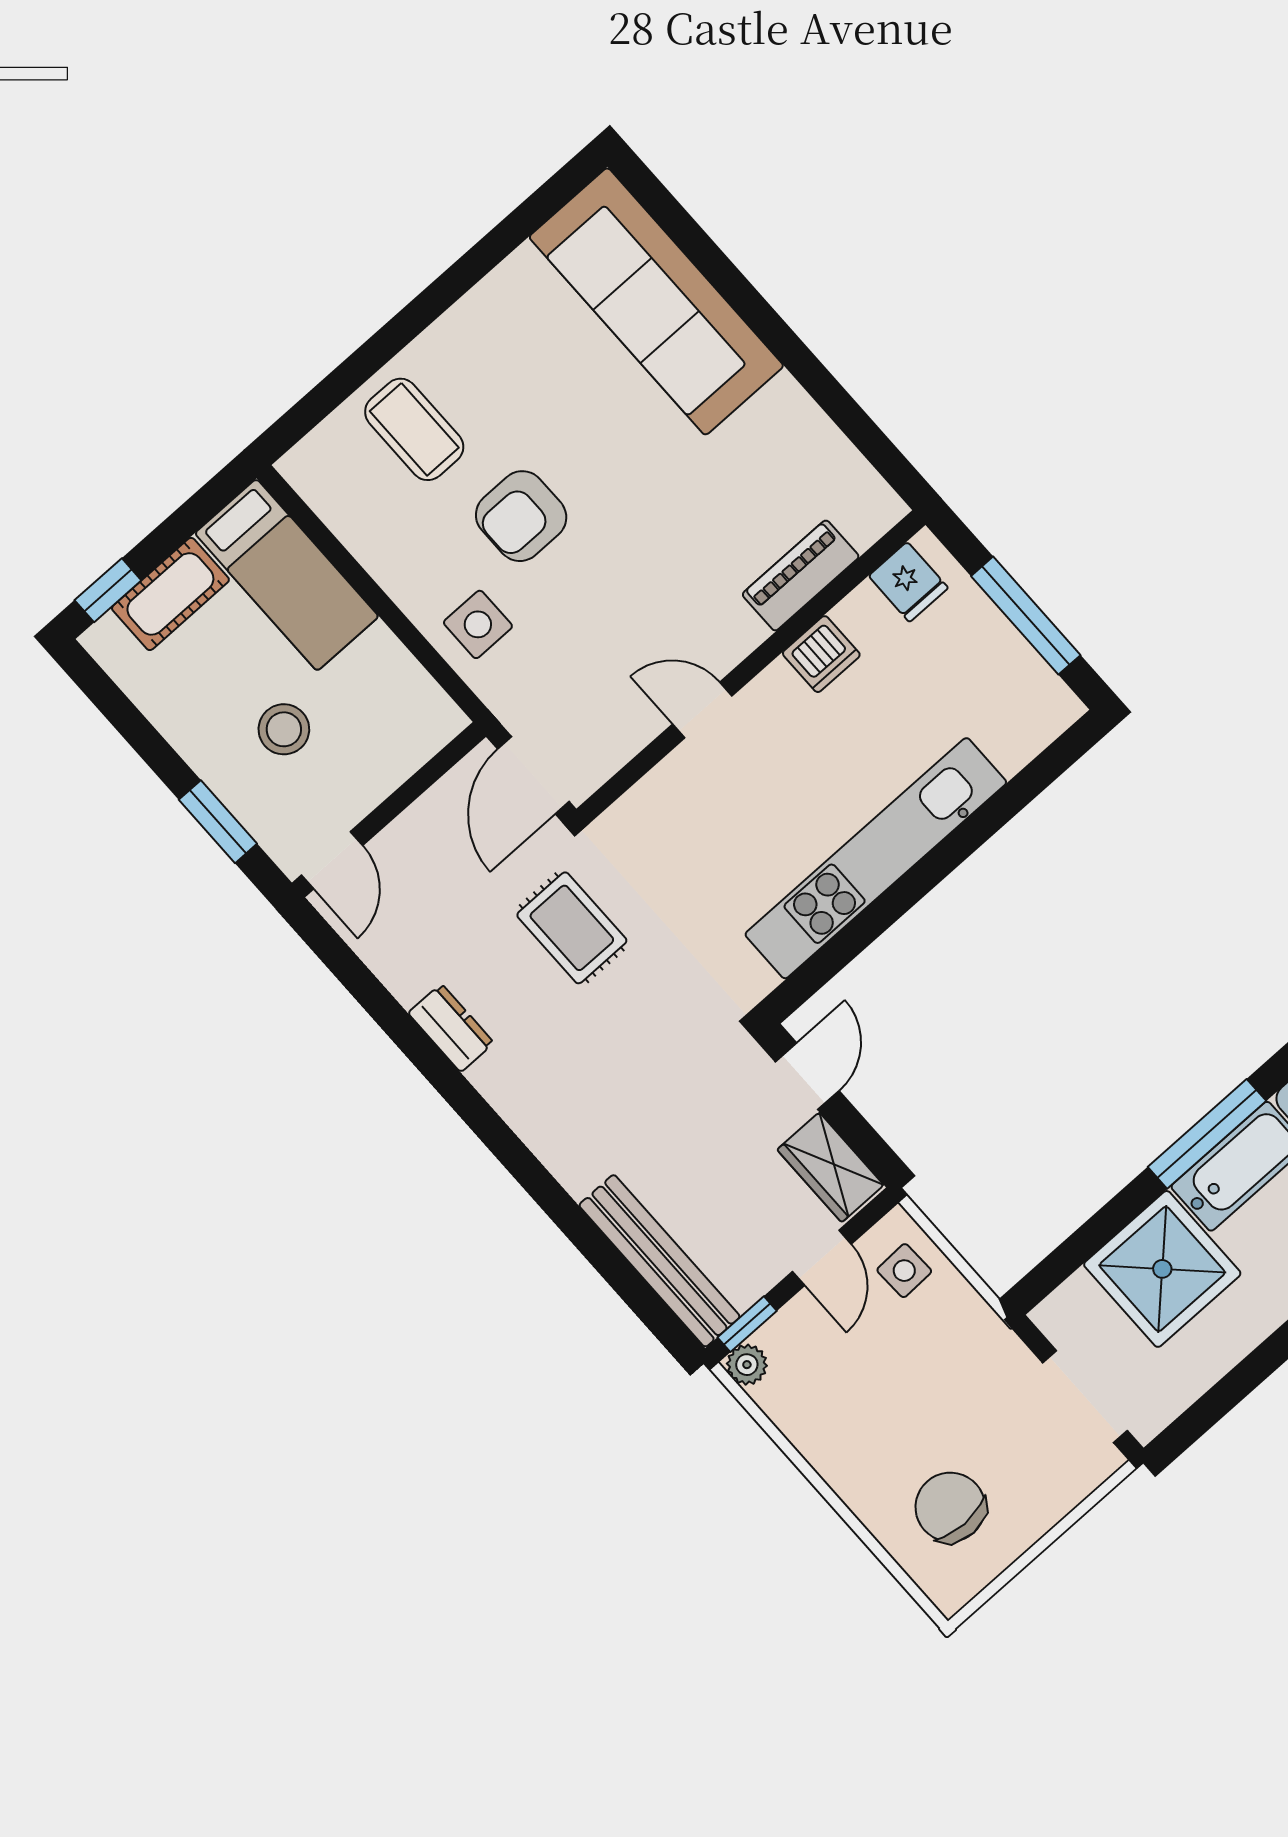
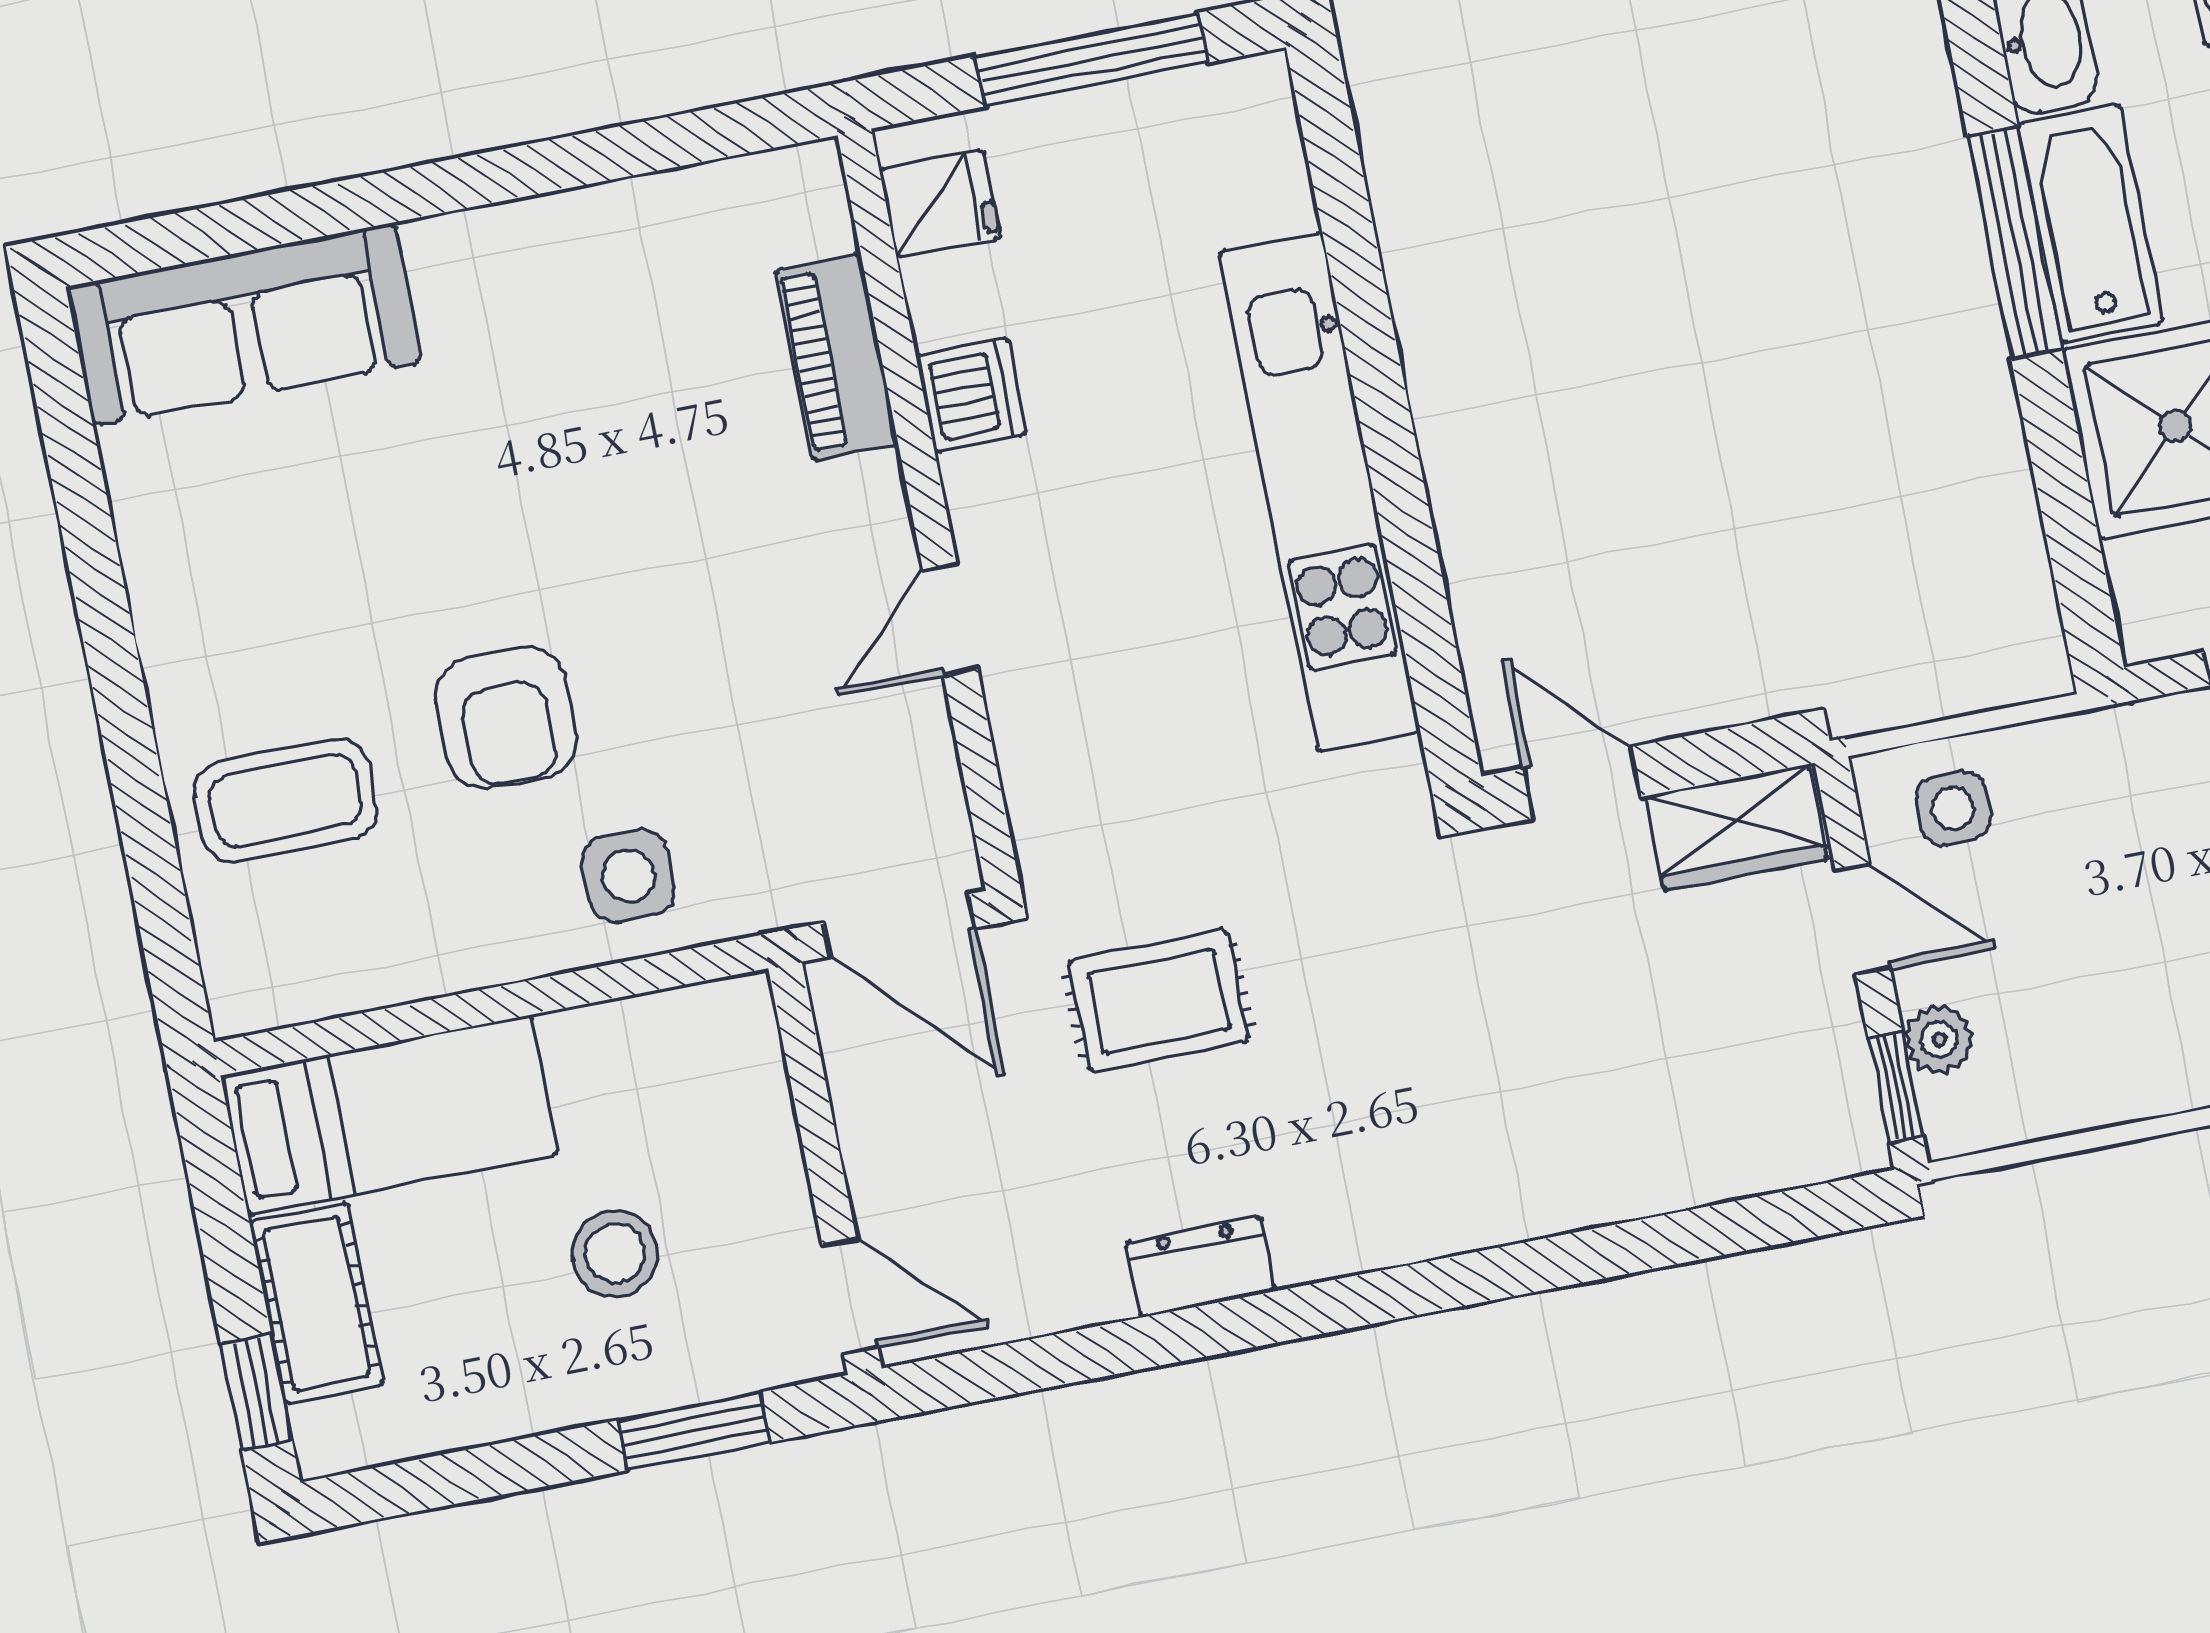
sofa: (656, 301) -> (244, 324), width x0.74, depth x0.79
bench: (659, 1261) -> (1726, 1161), removed
plant: (747, 1365) -> (1939, 1039), moved

